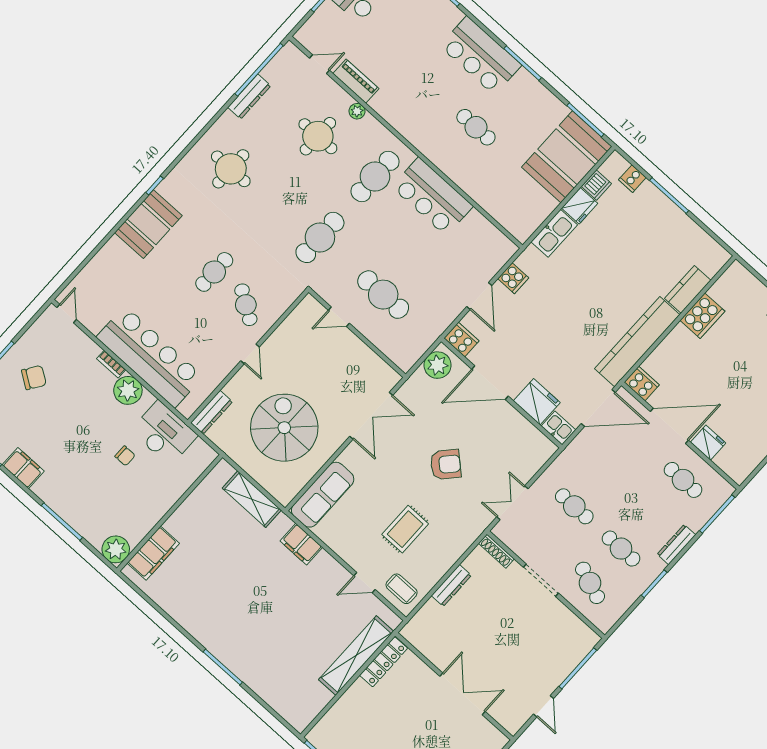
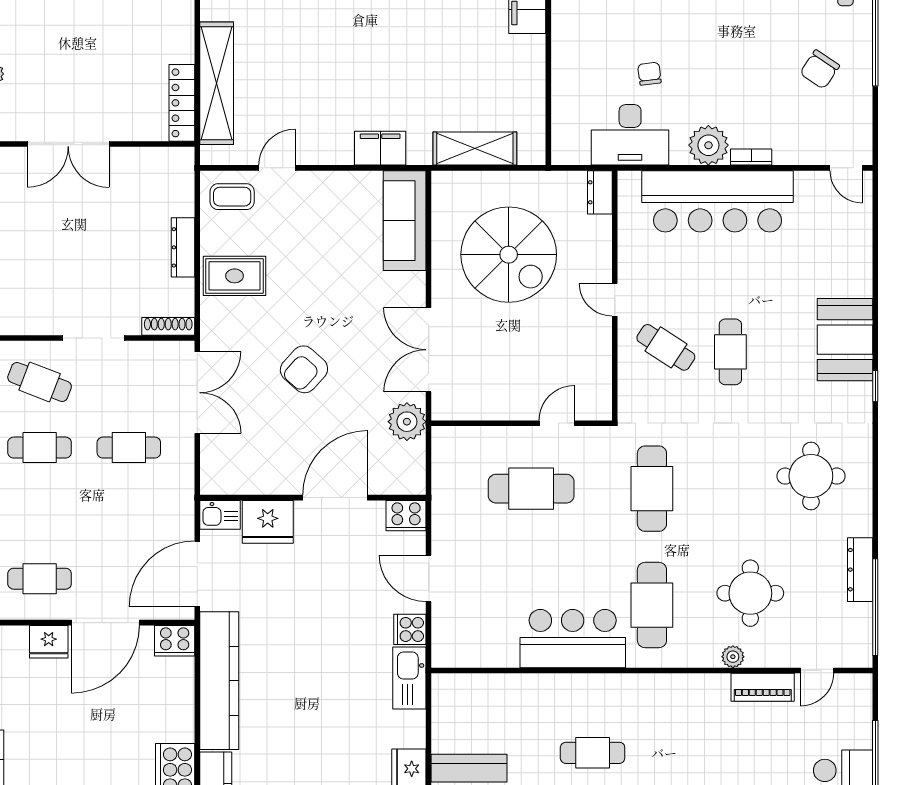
kitchen sink: (554, 233) -> (409, 678), moved
plant: (438, 365) -> (407, 422), moved
dresser: (212, 412) -> (600, 192), width x0.70
chair: (125, 456) -> (649, 74), turned 83
double door: (512, 503) -> (197, 393), width x1.37
rug: (405, 529) -> (235, 276), moved, turned 90

